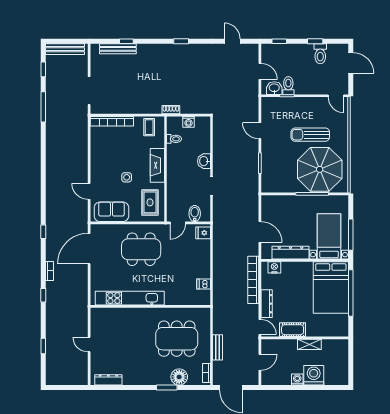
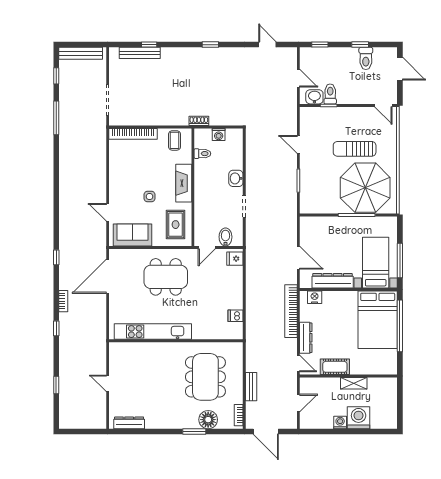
dining table: (177, 339) -> (205, 377), turned 90

